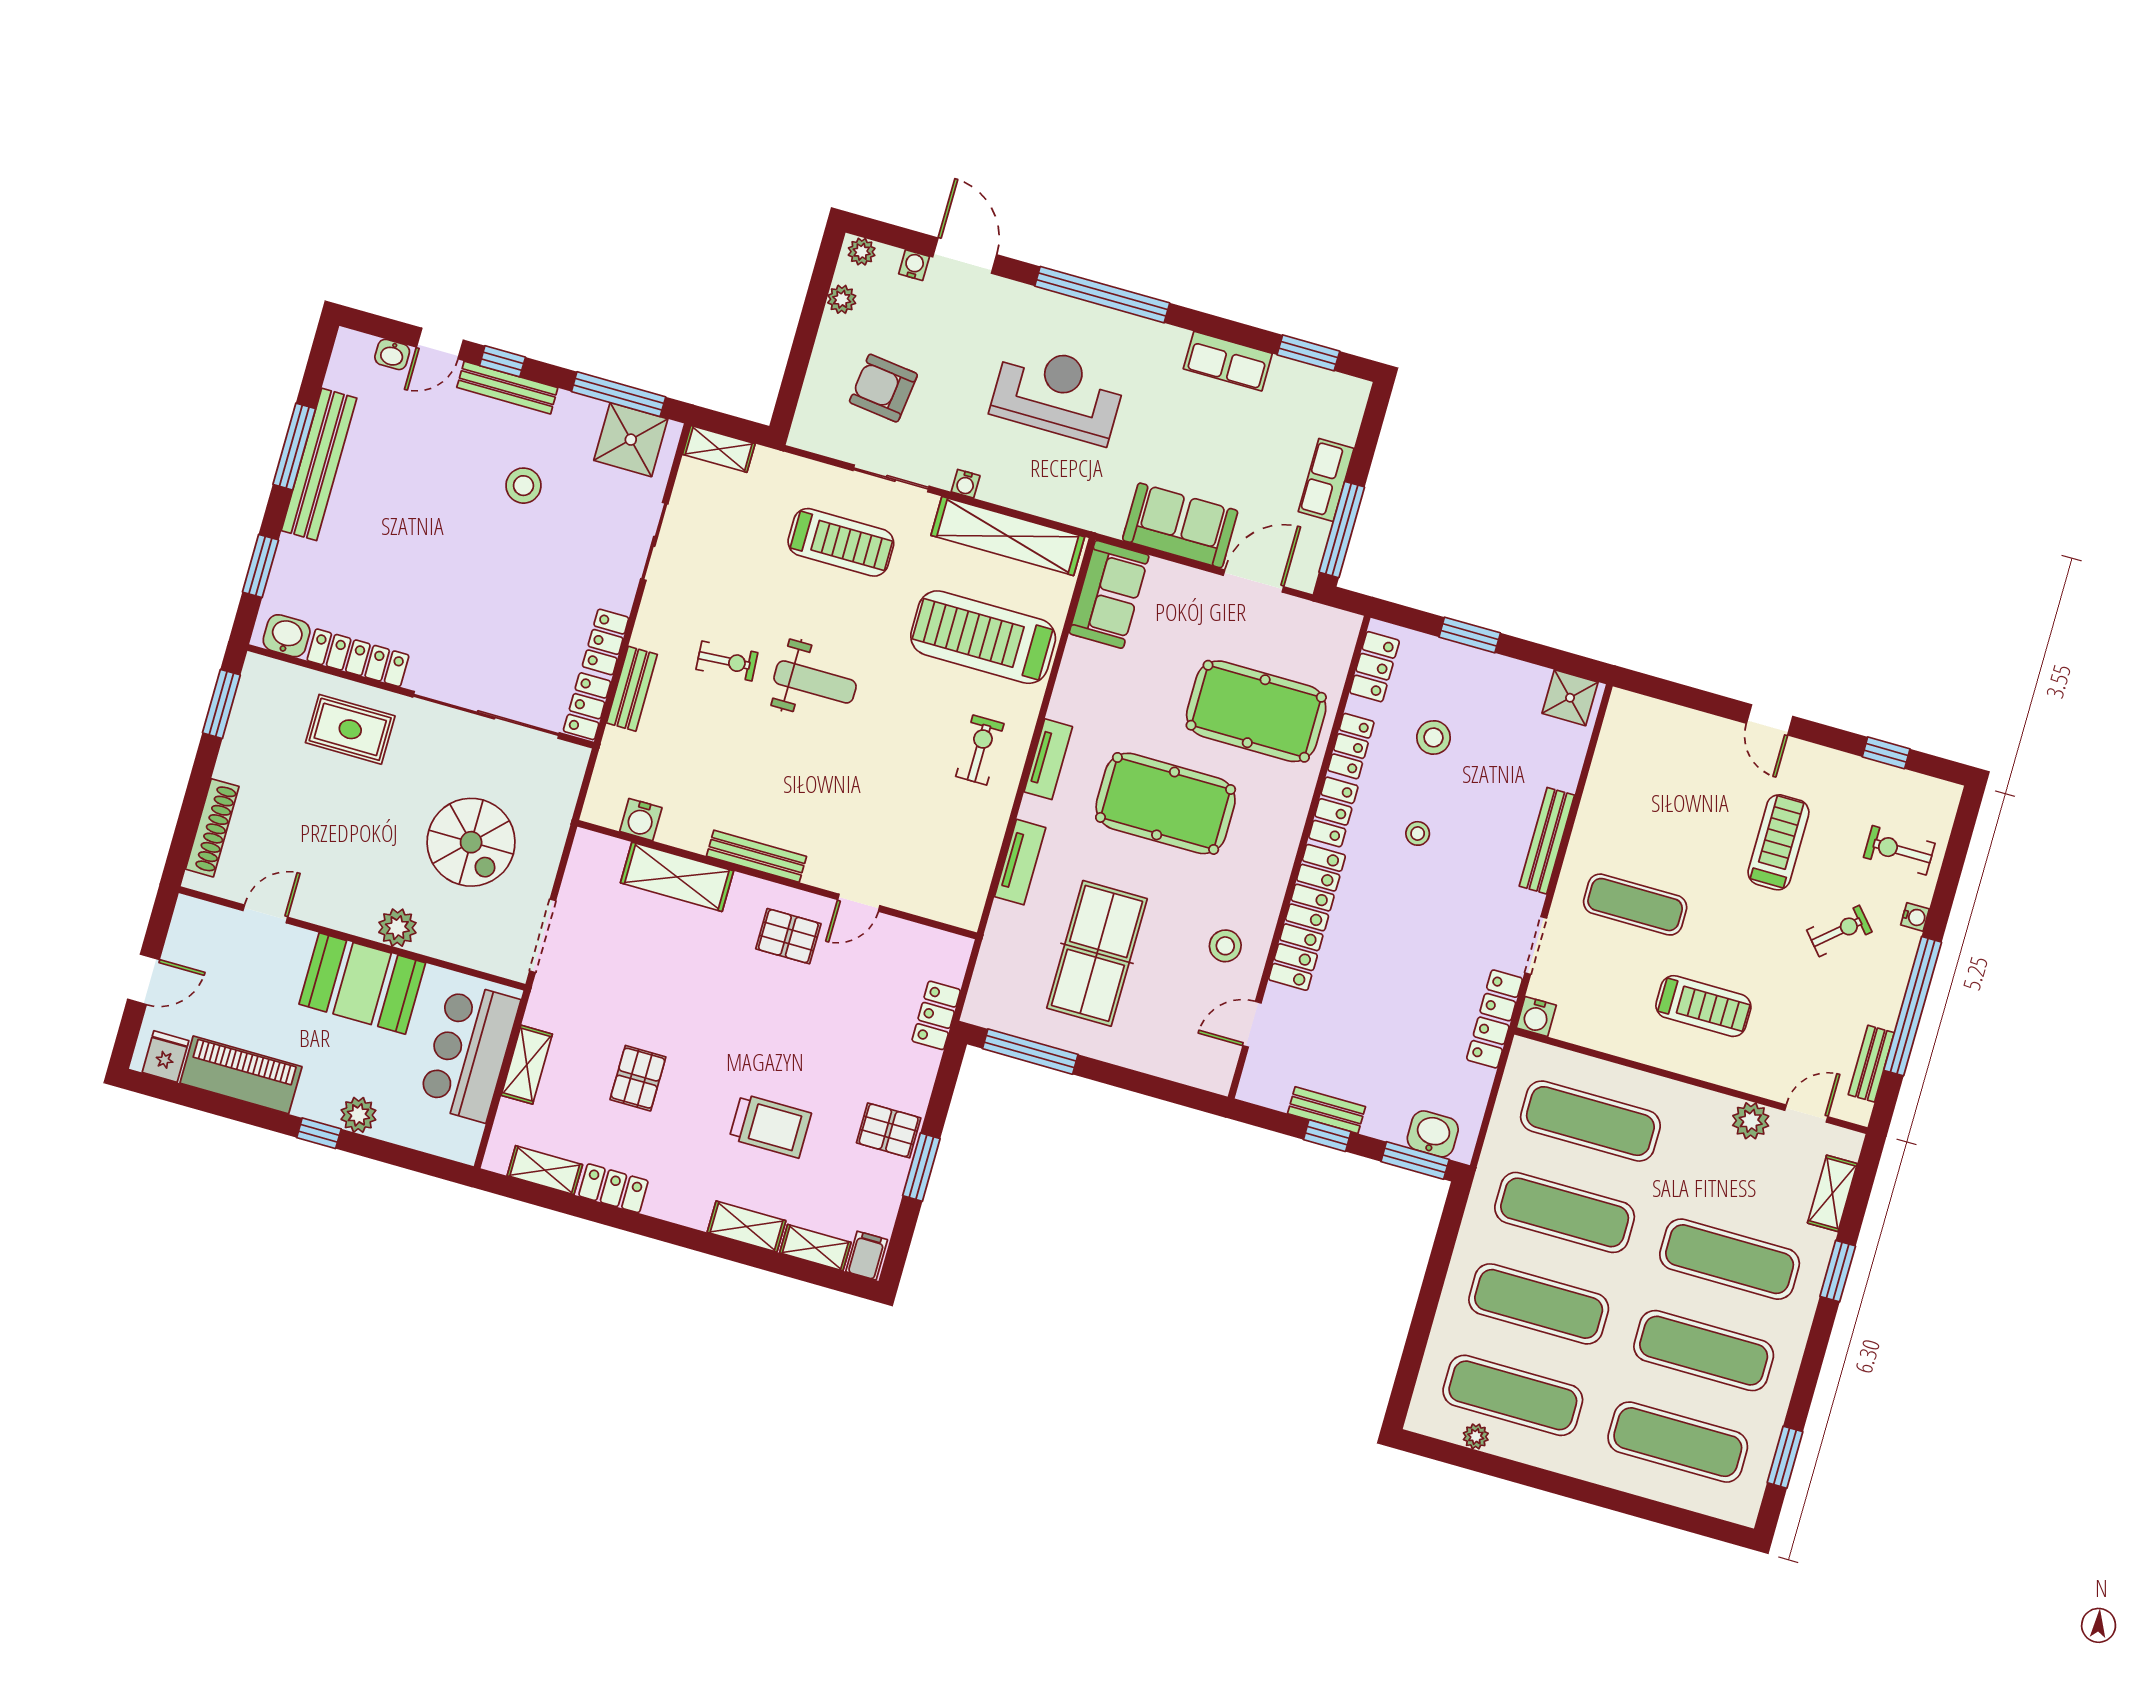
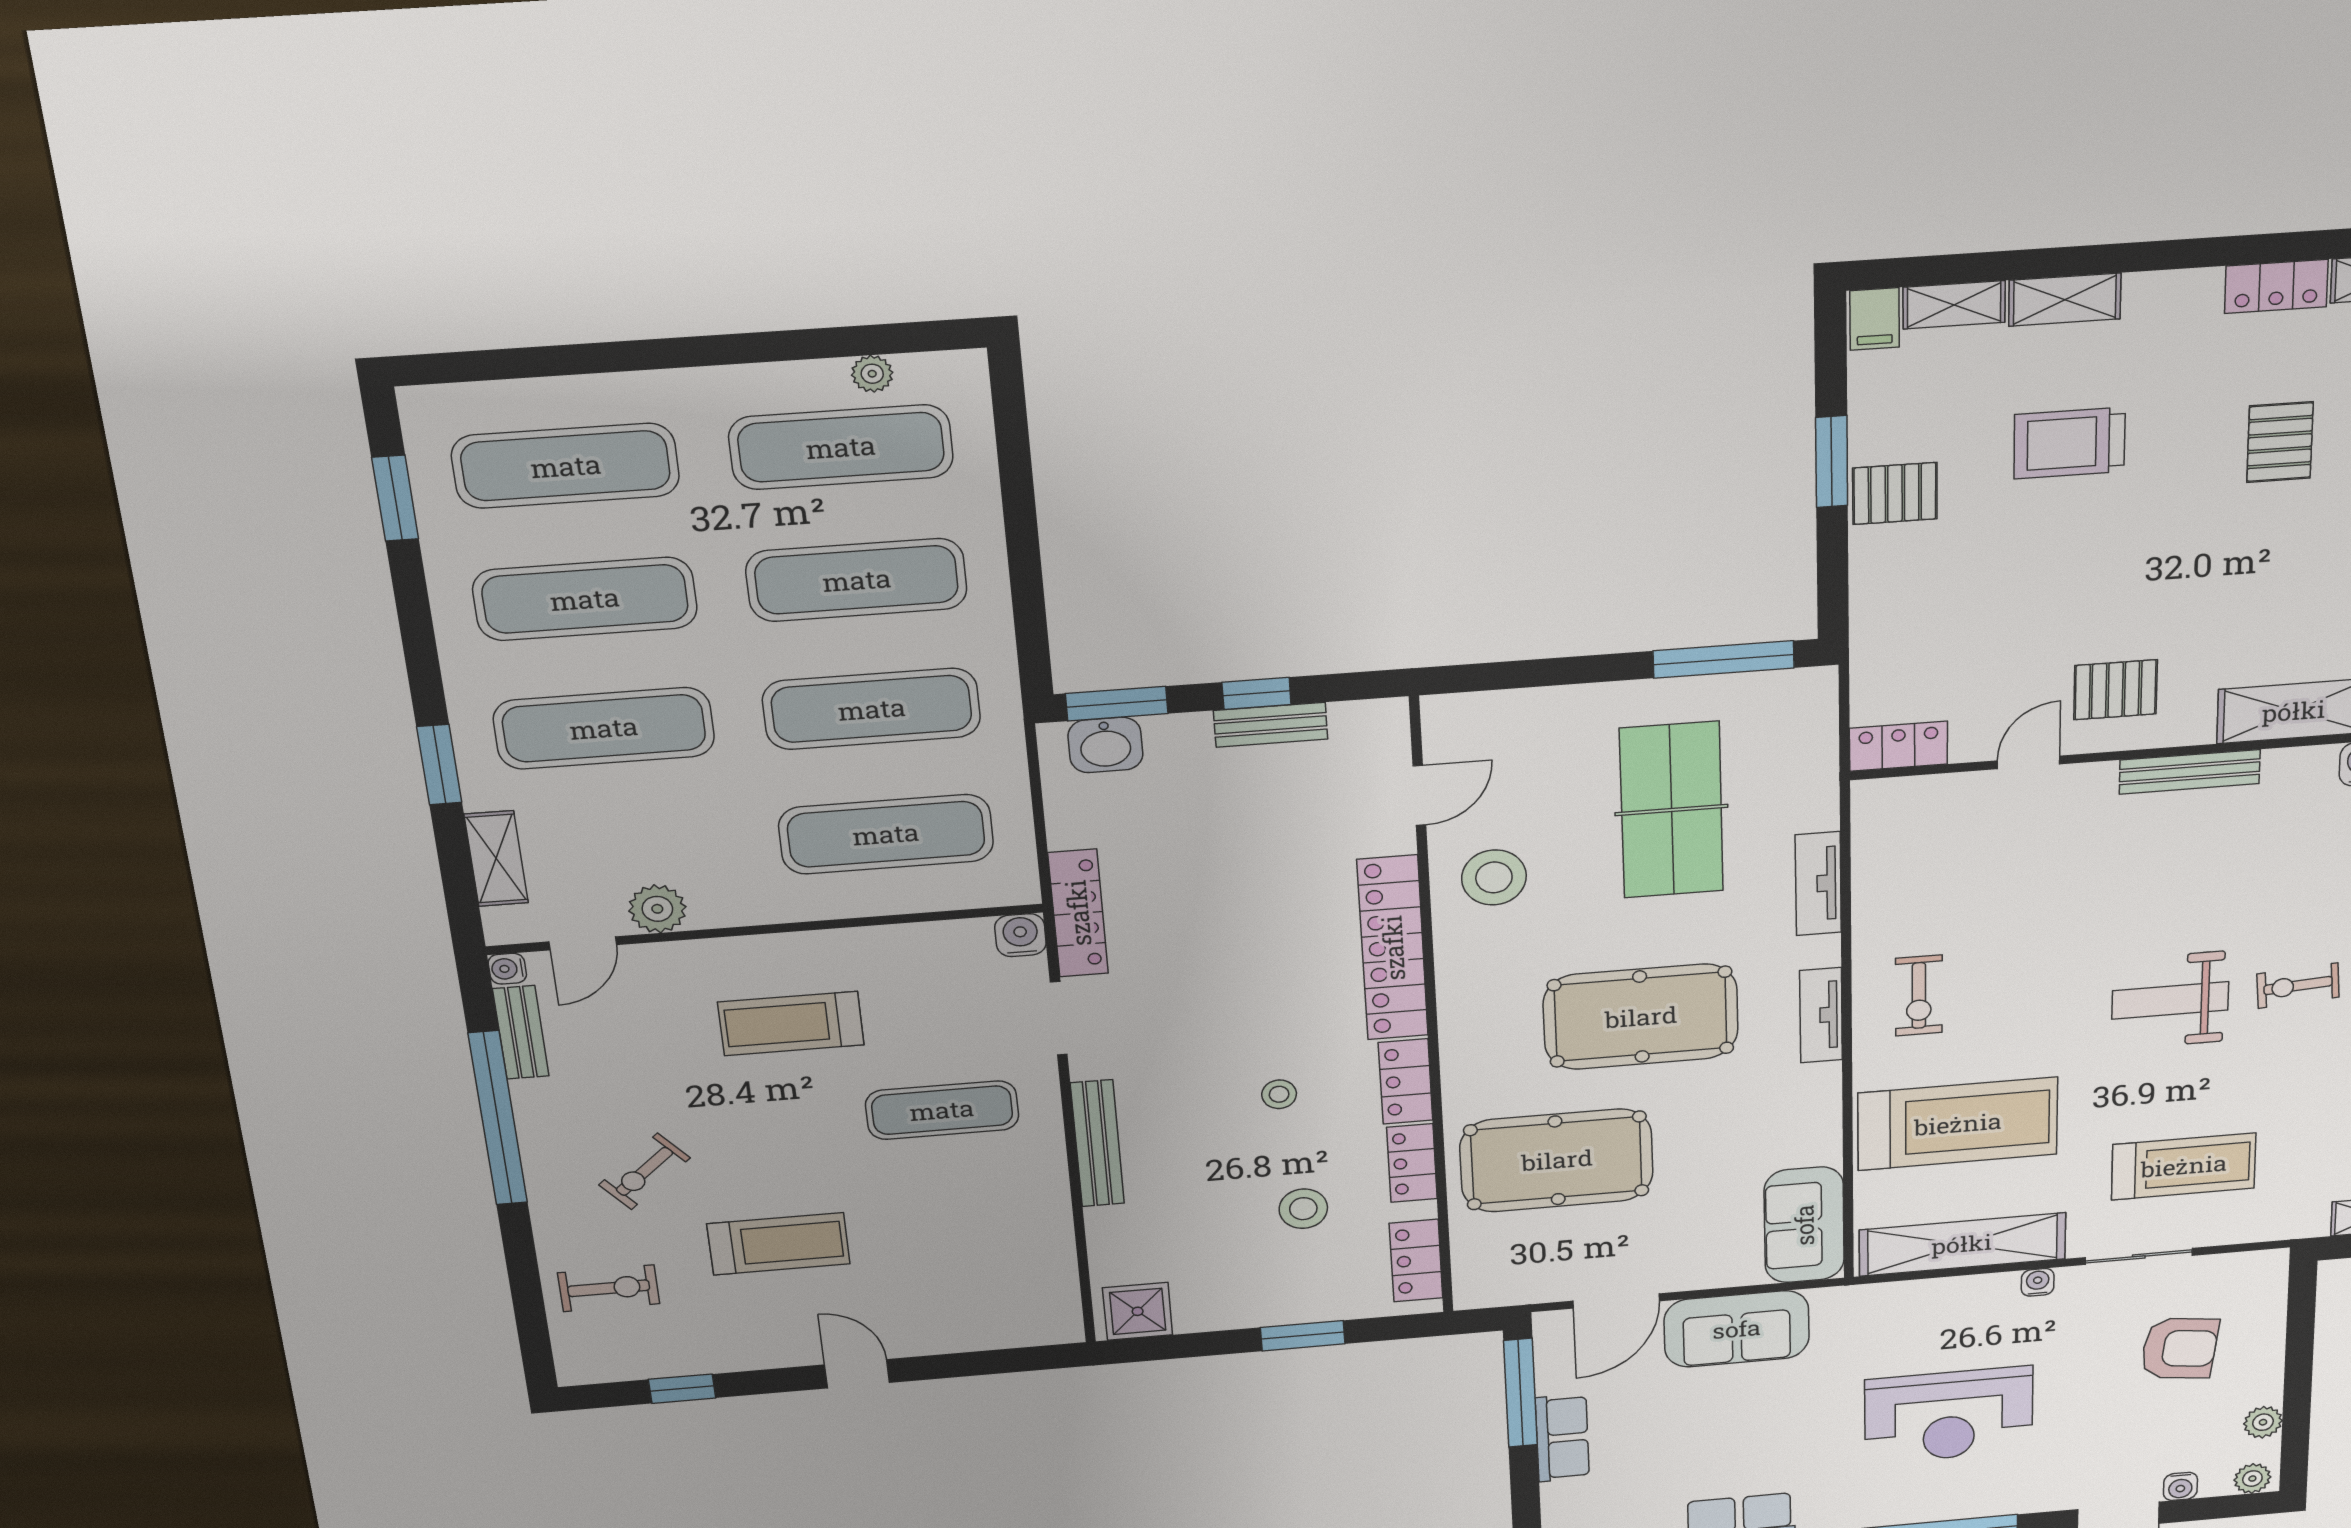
treadmill: (841, 542) -> (2184, 1166), turned 180
treadmill: (1778, 842) -> (779, 1244), turned -90
water cooler: (1915, 917) -> (507, 969), moved
stool: (1225, 946) -> (1494, 877), width x1.38, depth x1.38
locker: (936, 1015) -> (1898, 746), moved, turned -90

